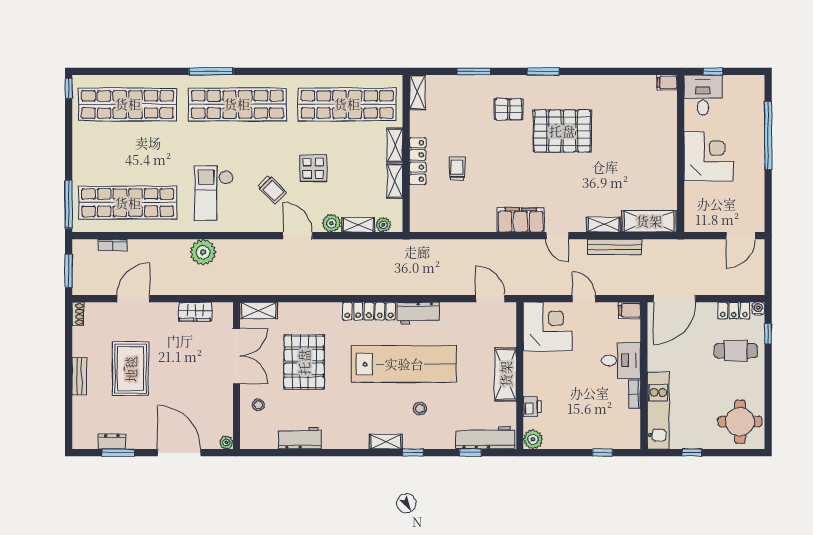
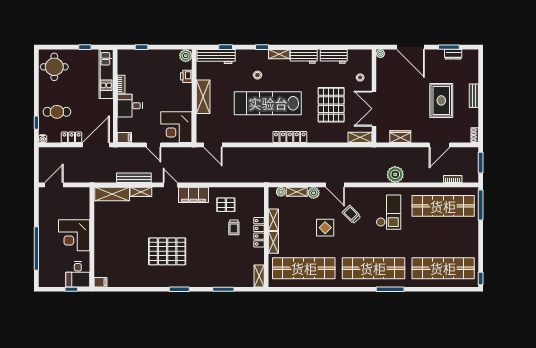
pallet: (509, 109) -> (226, 205), moved
locker: (734, 311) -> (71, 137), moved
workbench: (419, 313) -> (304, 56), moved, turned 180

